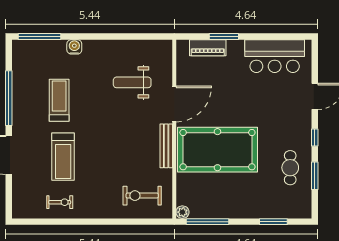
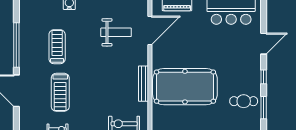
weight bench: (132, 82) -> (116, 32), turned 180
door: (174, 104) -> (150, 30), moved
cafe table: (290, 168) -> (244, 101), turned 90

